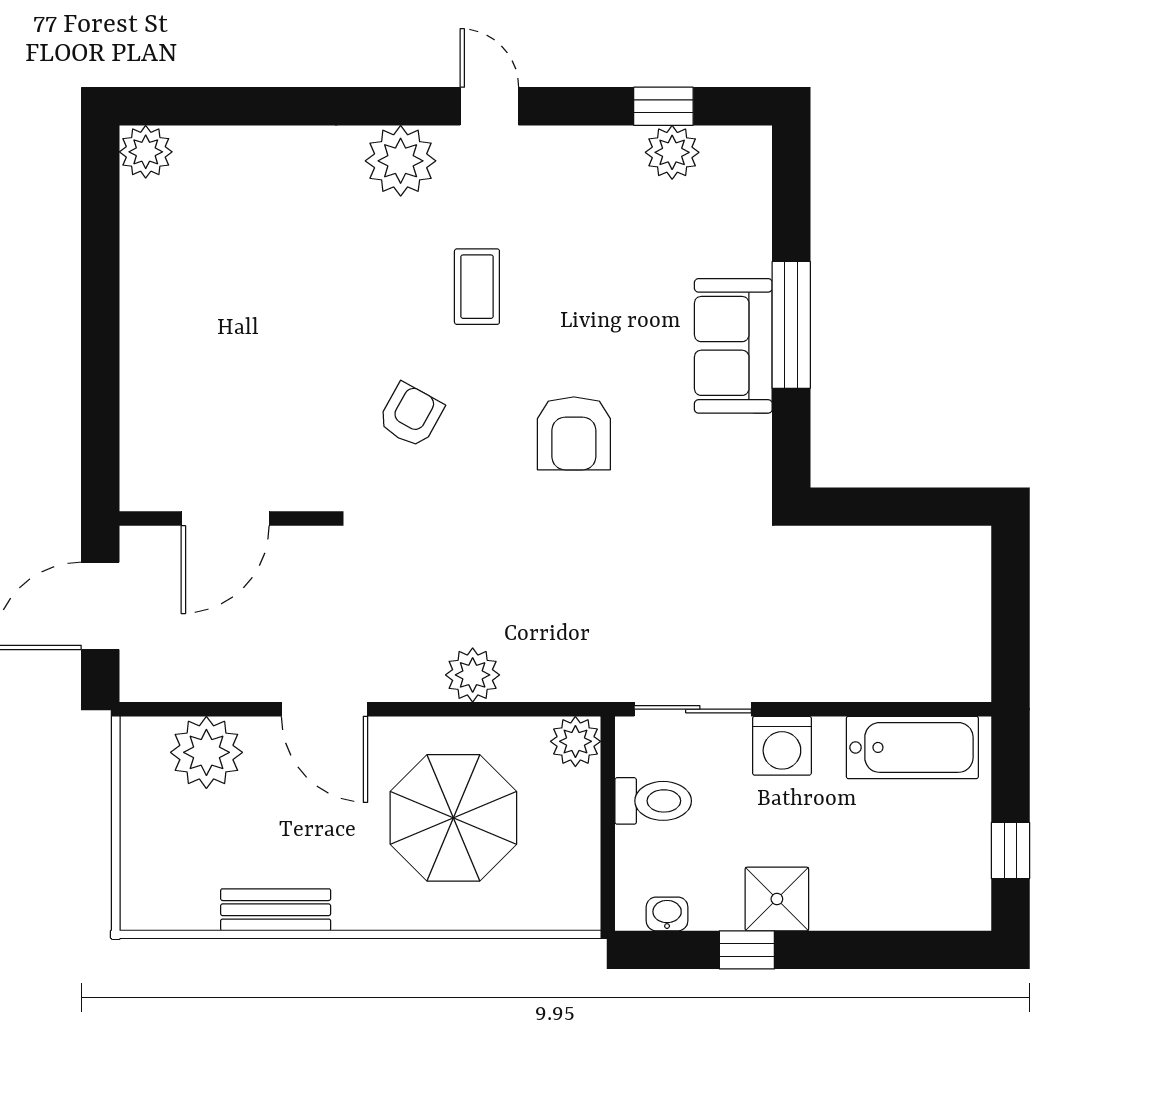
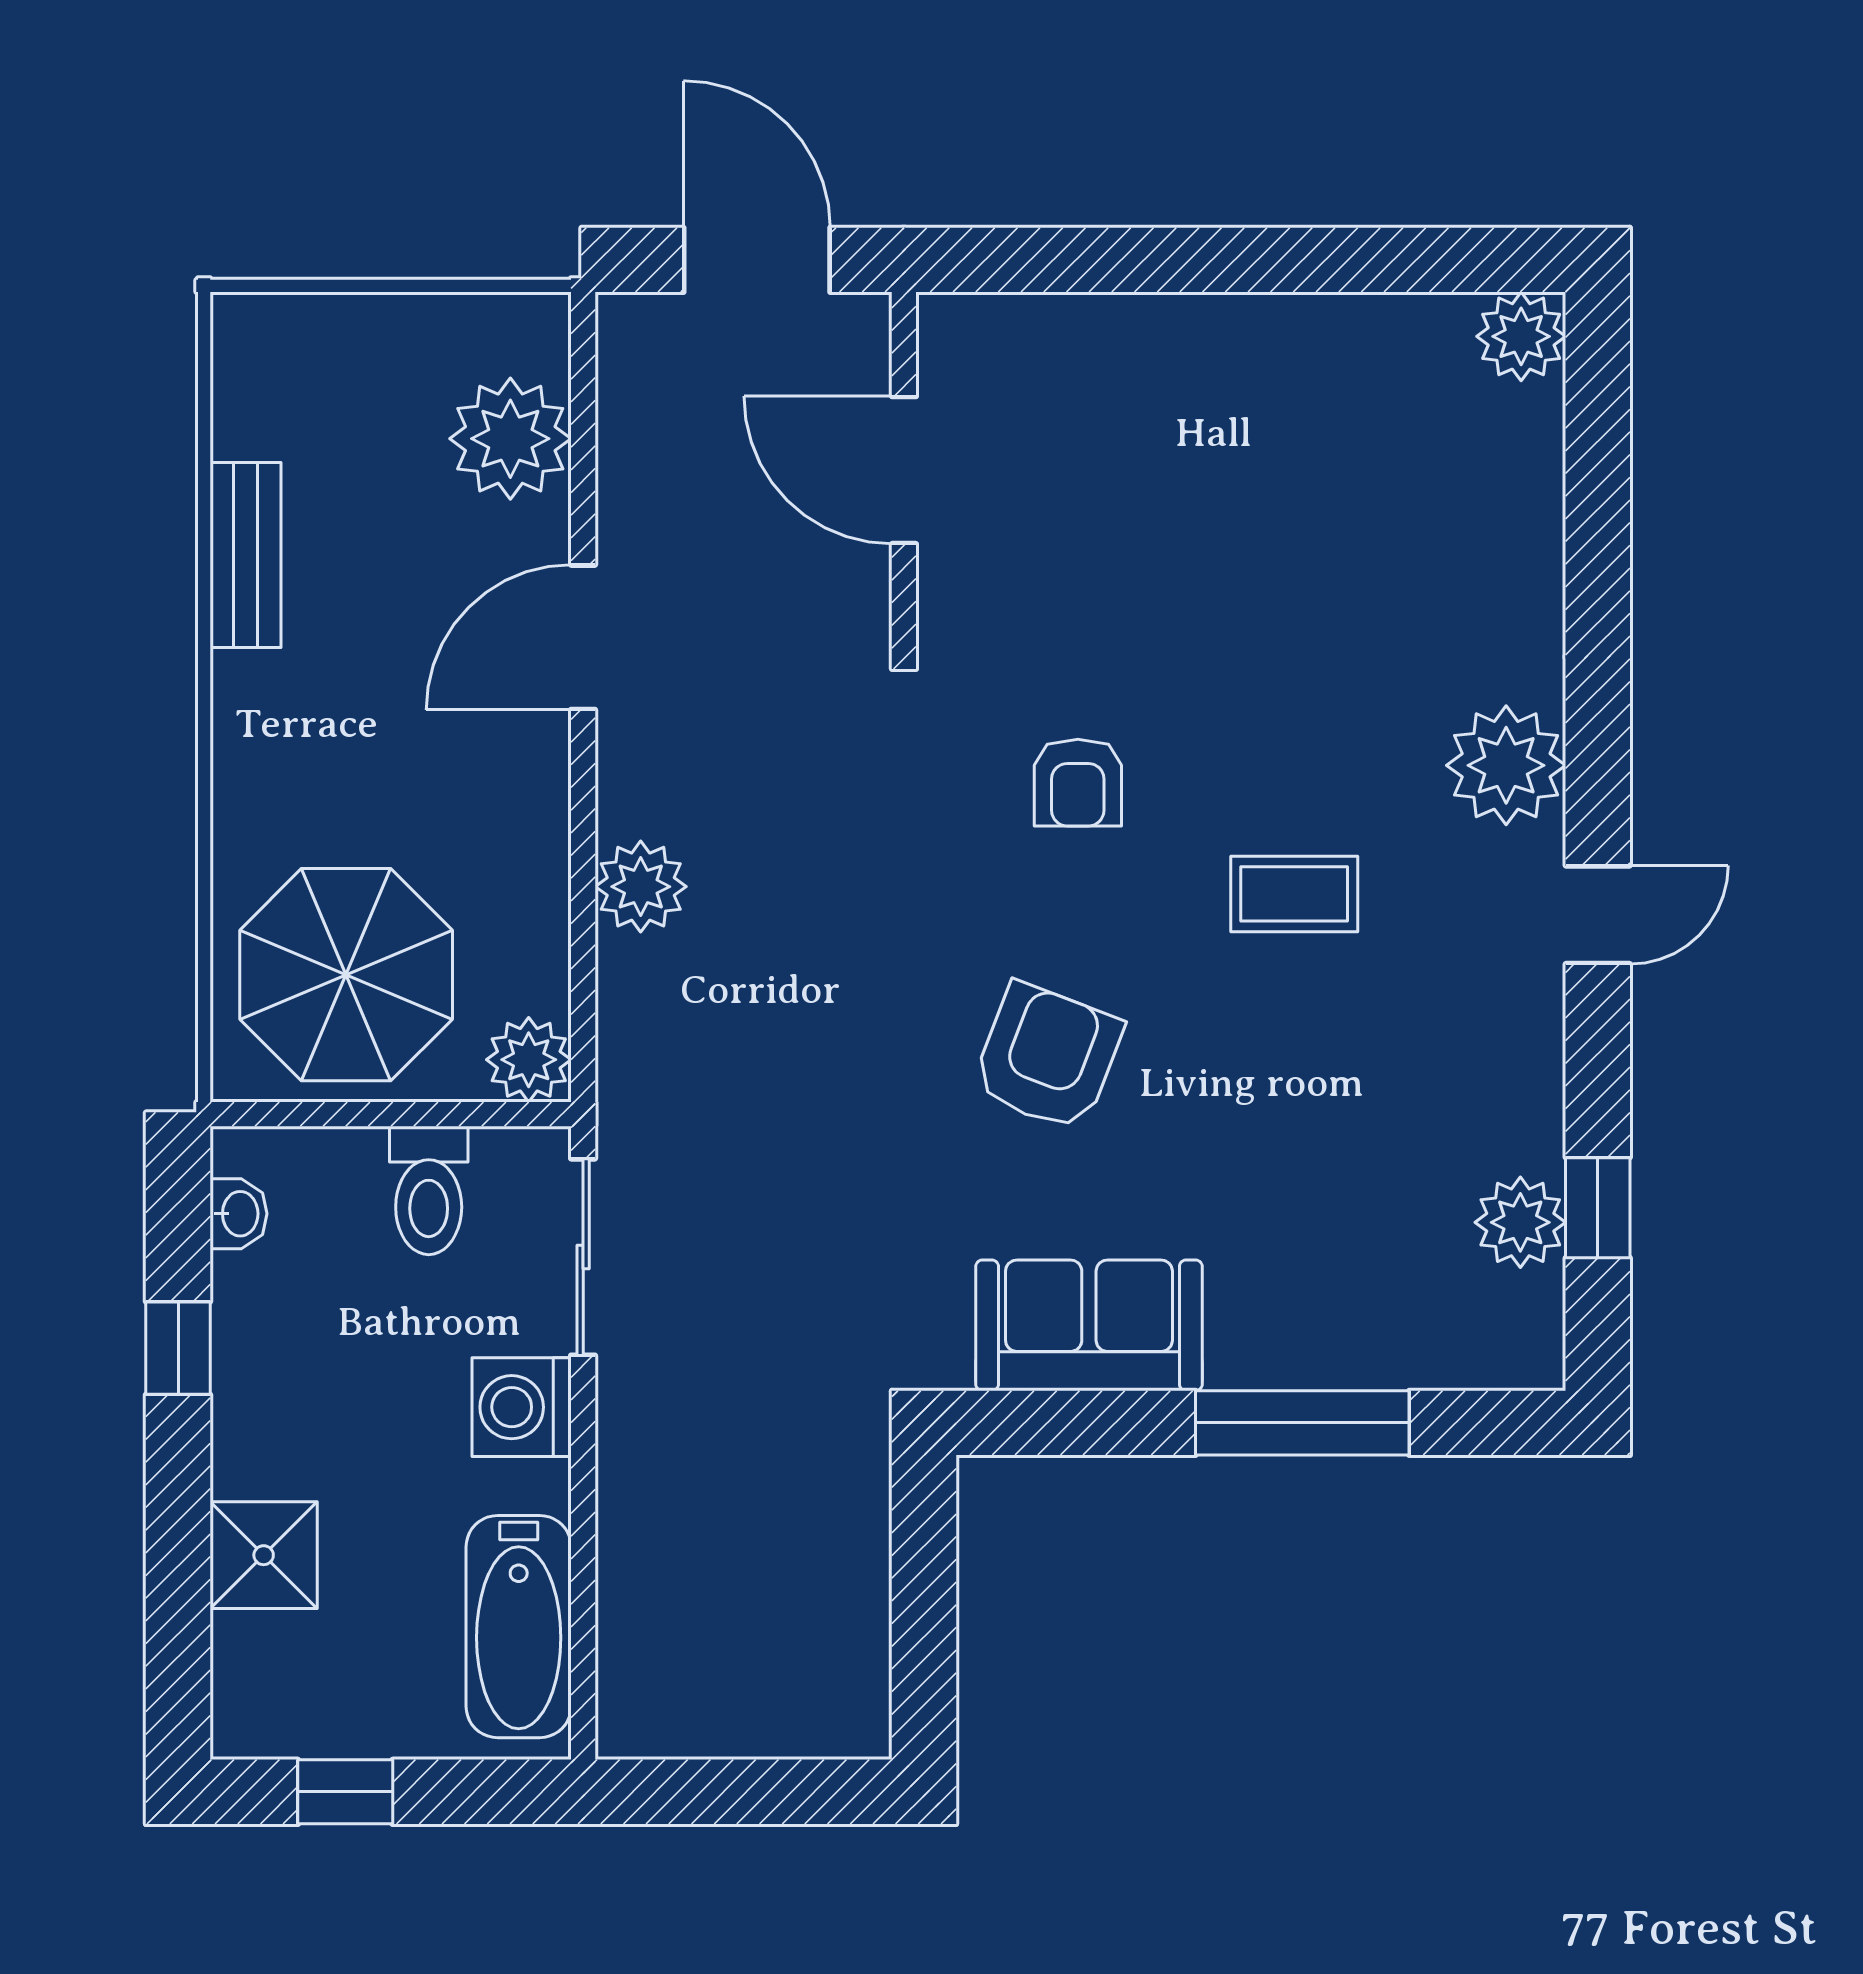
window: (791, 325) -> (1302, 1423), moved
sofa: (733, 346) -> (1089, 1325), moved
armchair: (411, 415) -> (1078, 783), turned 61
armchair: (574, 433) -> (1047, 1057), turned 111
parasol: (453, 818) -> (346, 975), moved
shower: (777, 899) -> (264, 1555), moved

